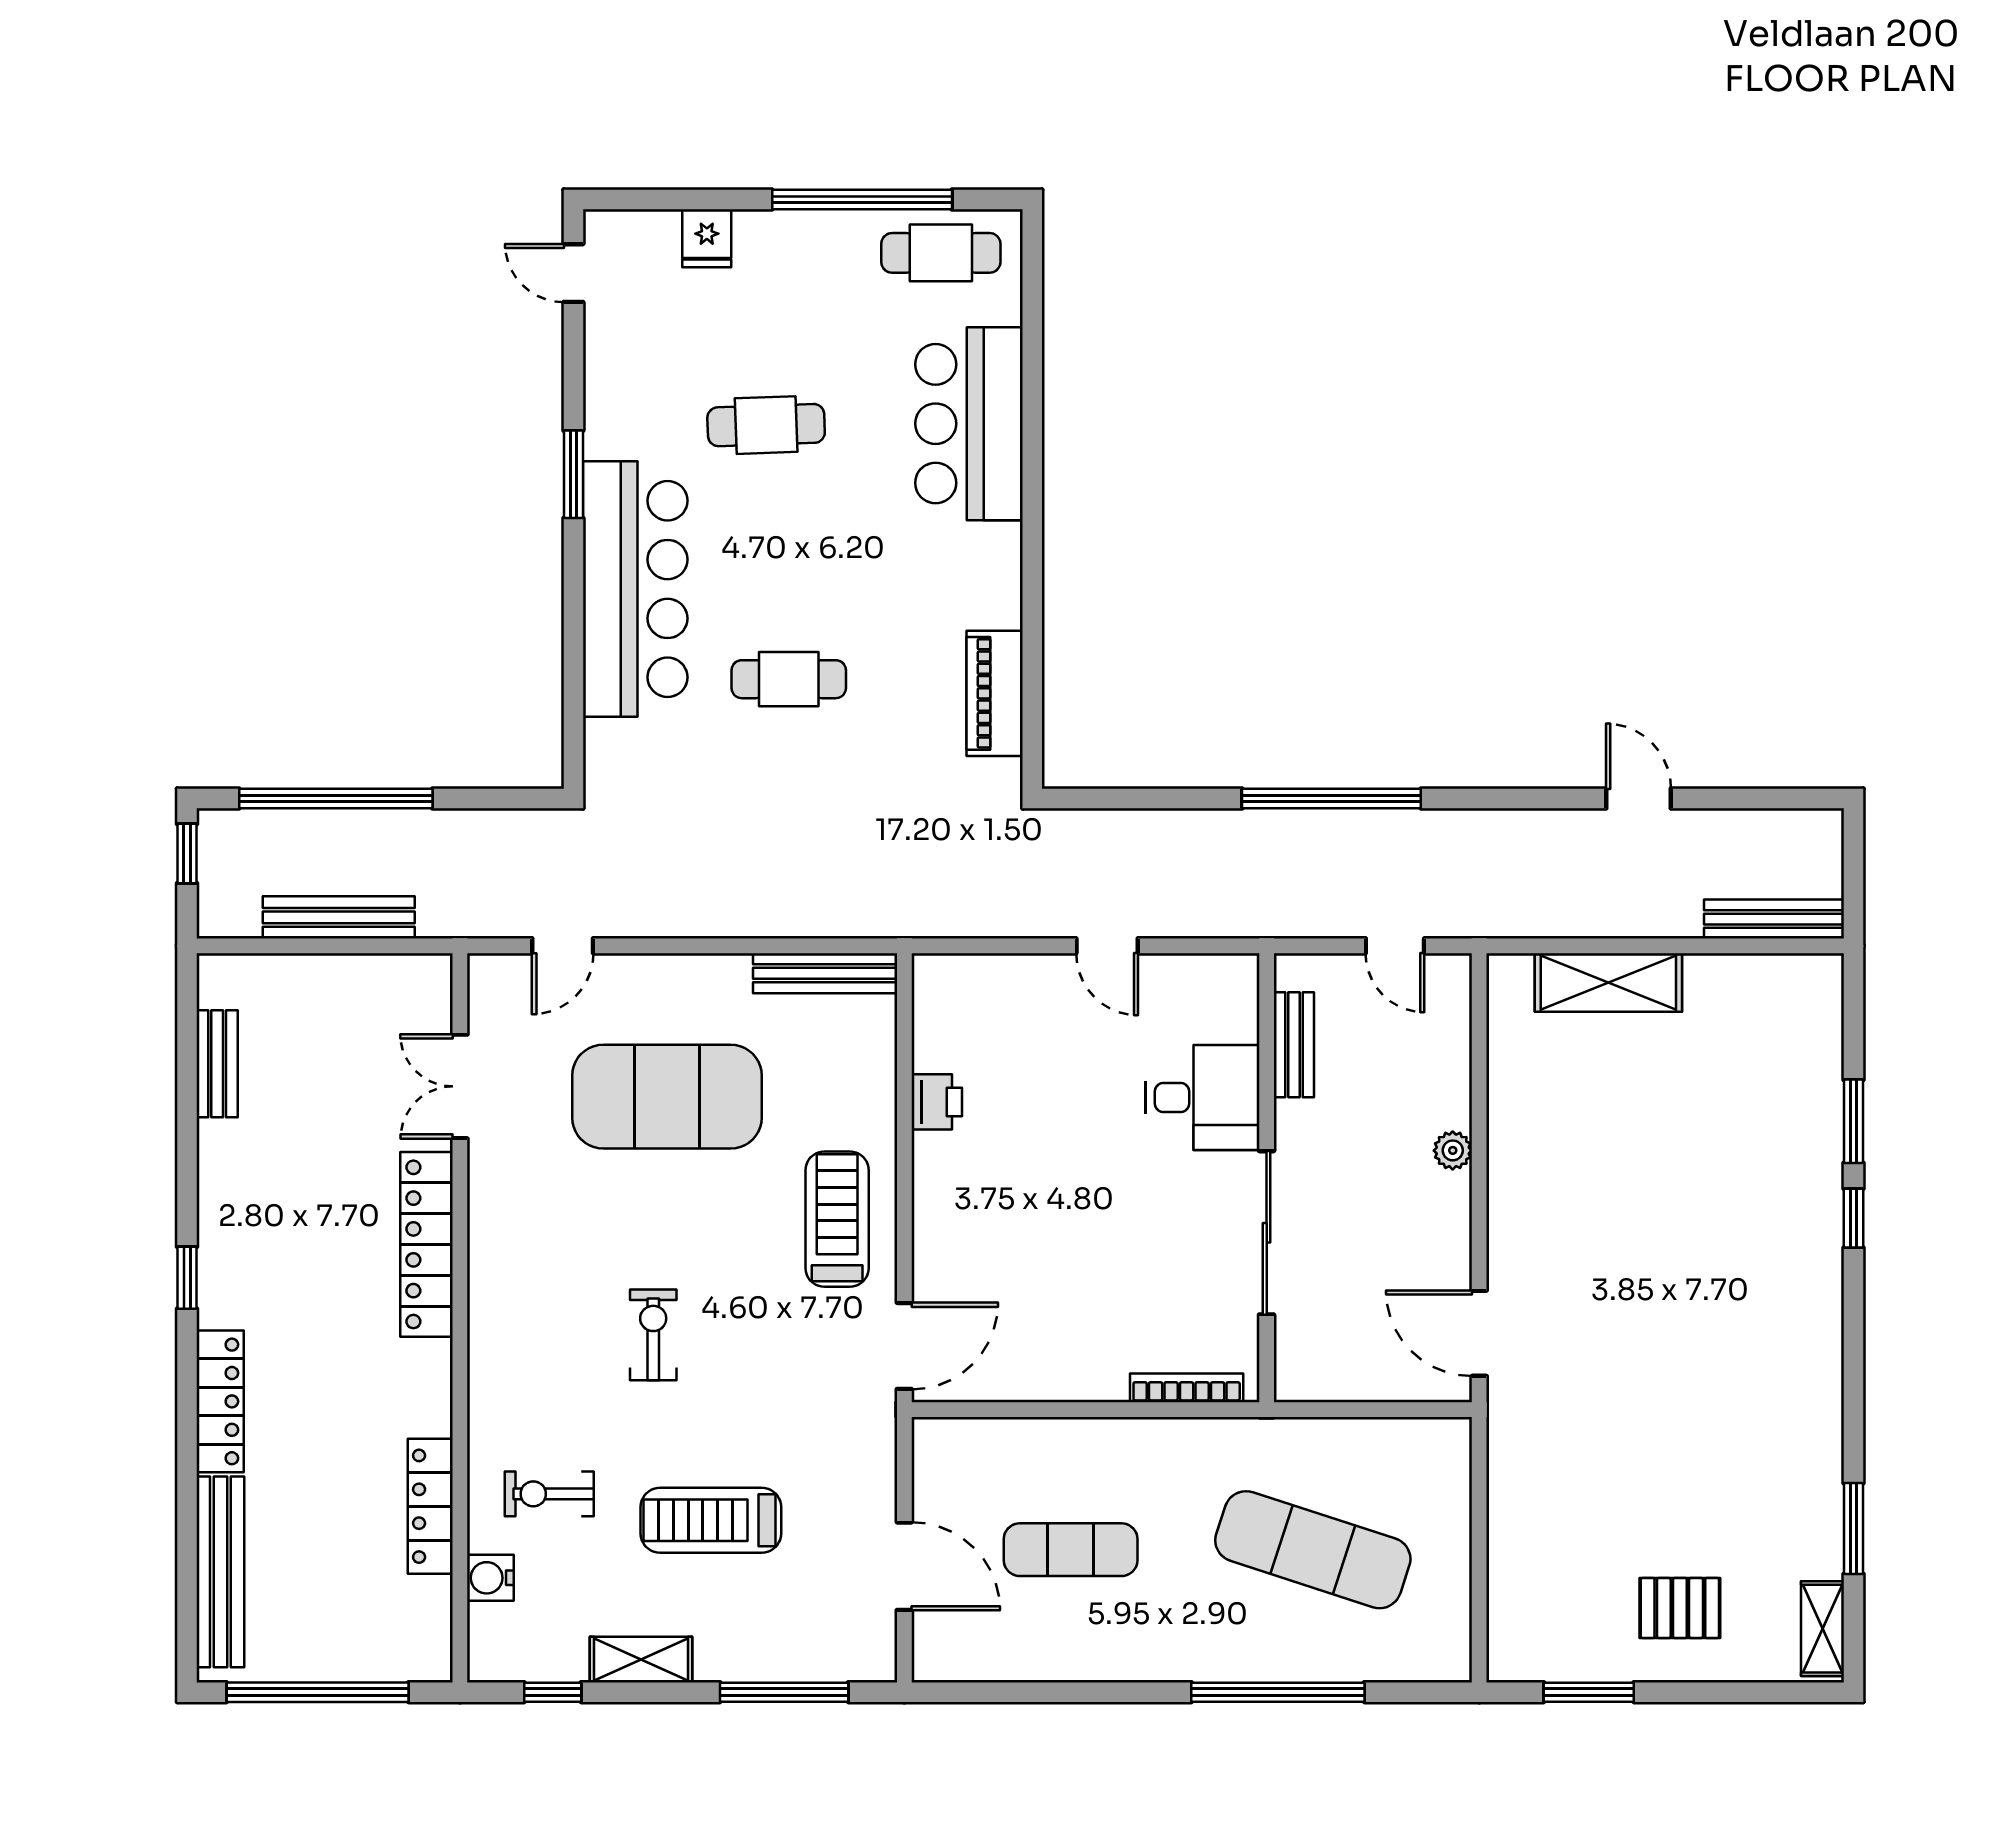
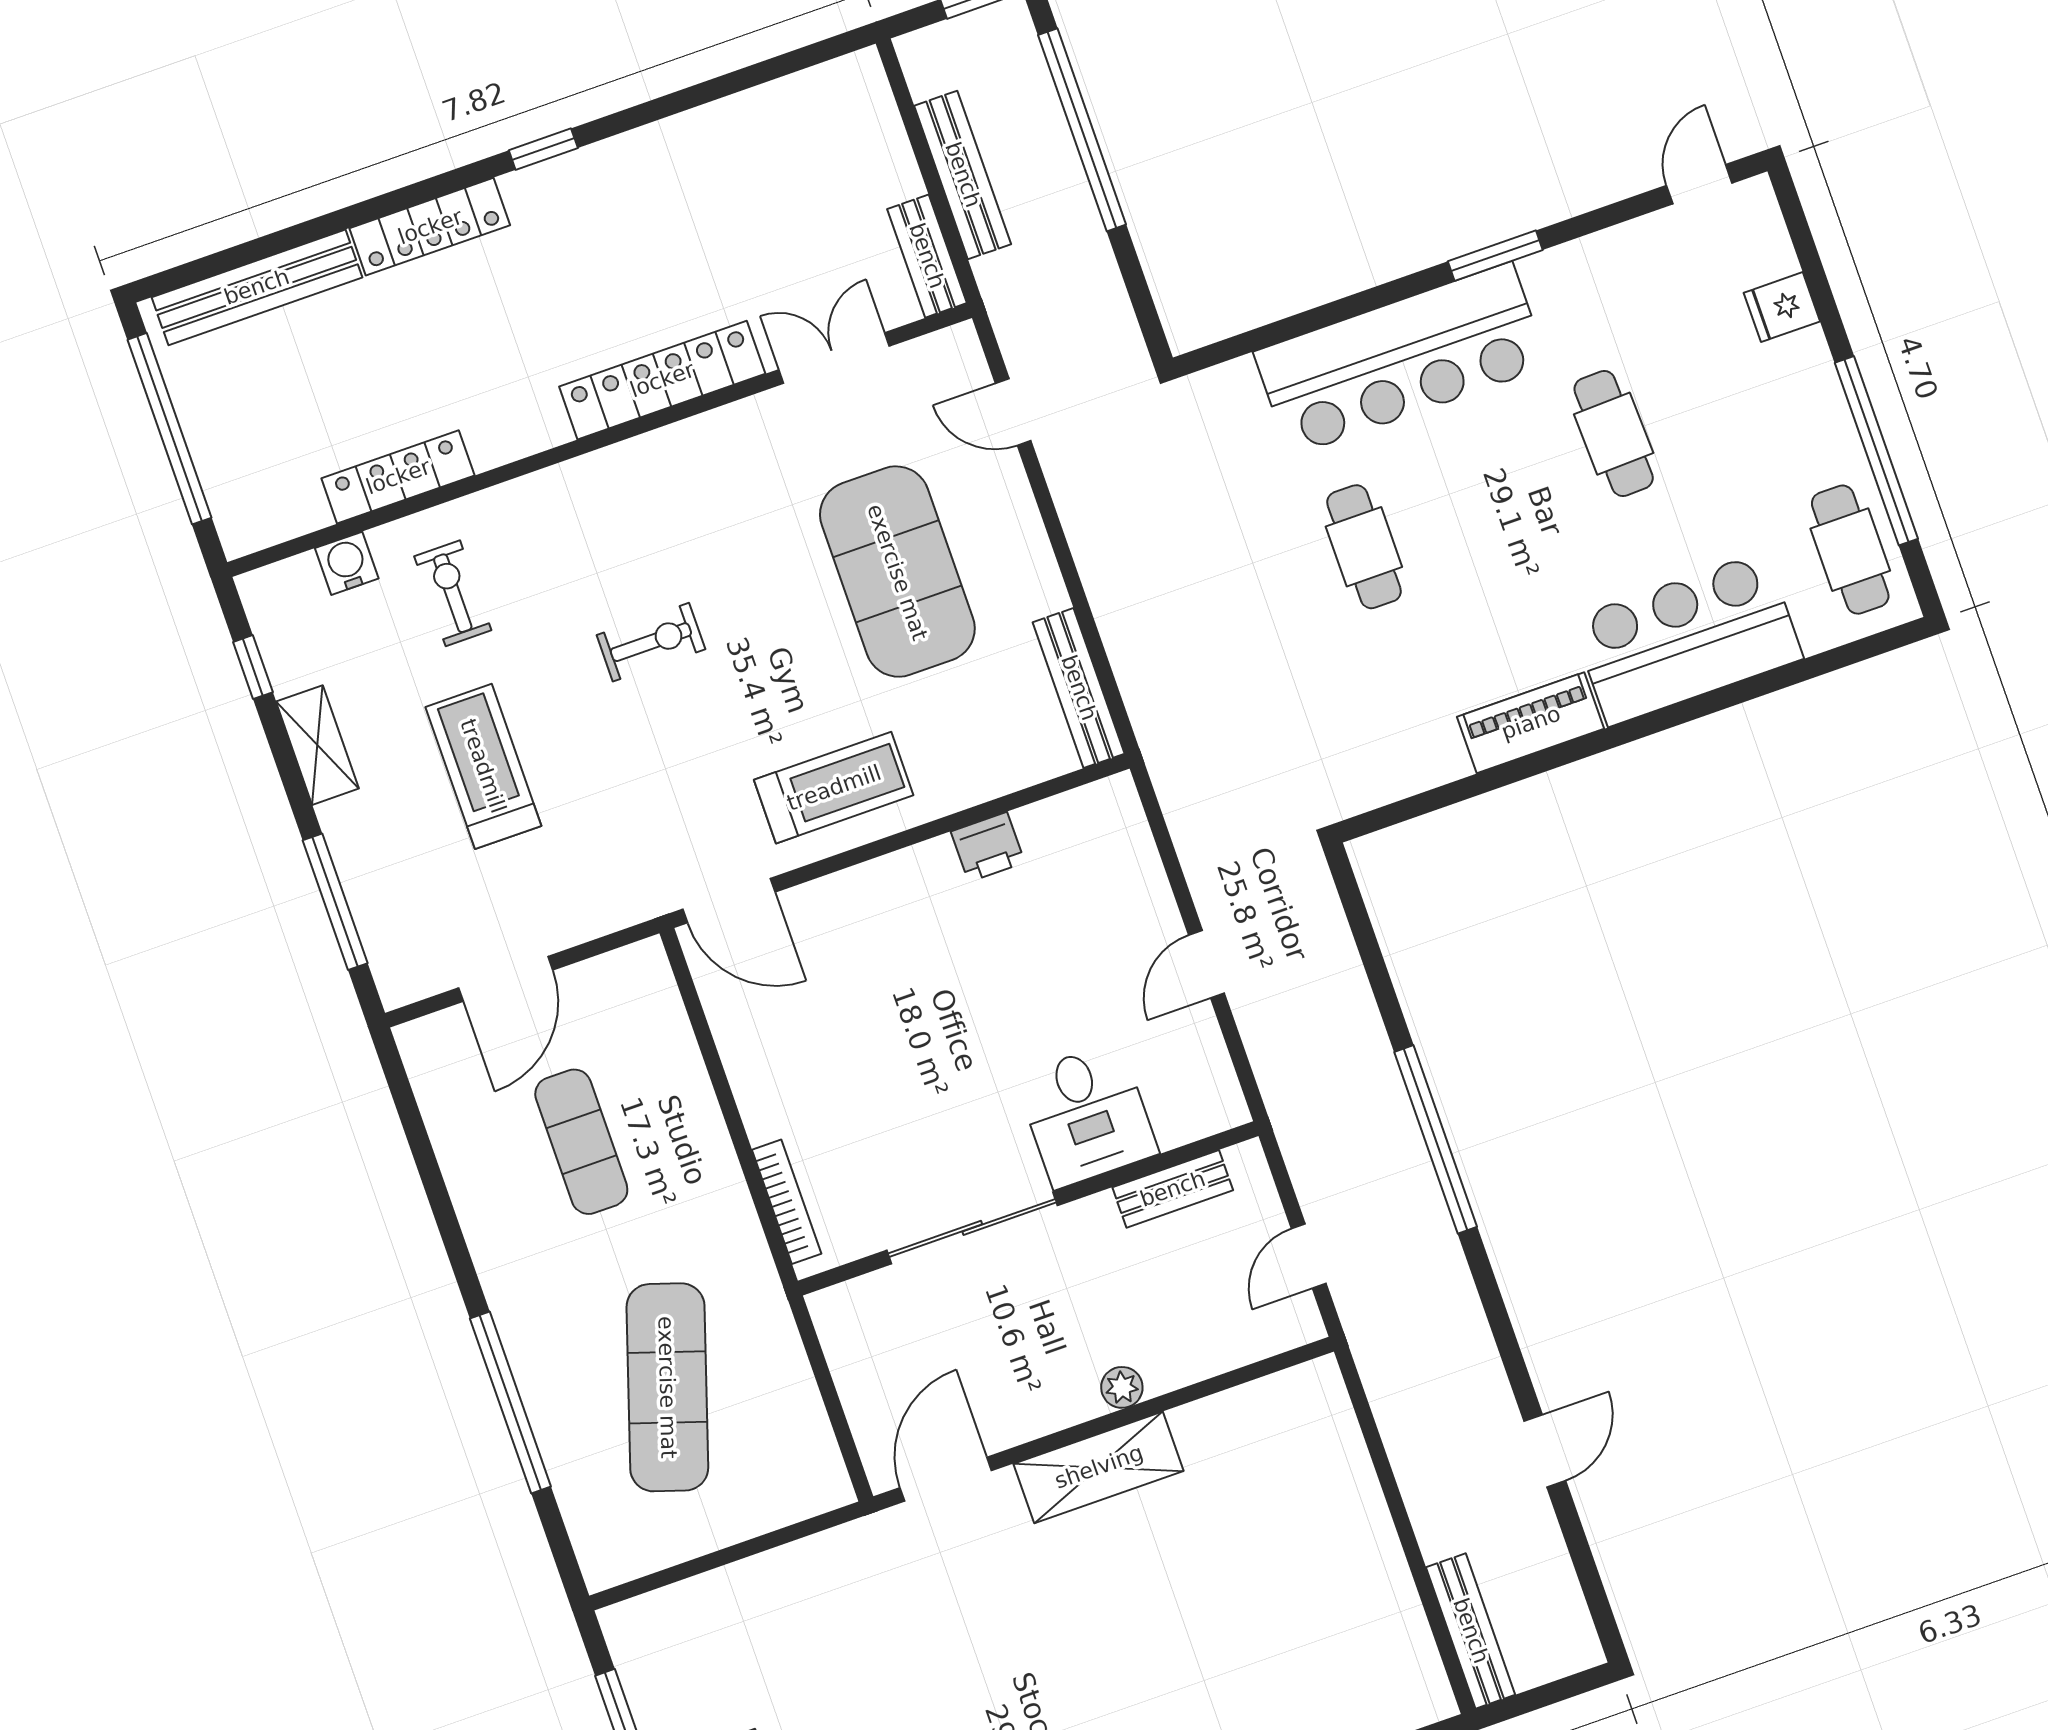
piano: (995, 693) -> (1531, 723), moved
shelving: (1608, 983) -> (1099, 1467), moved, turned 90
bench: (217, 1064) -> (927, 256), moved, turned 90

